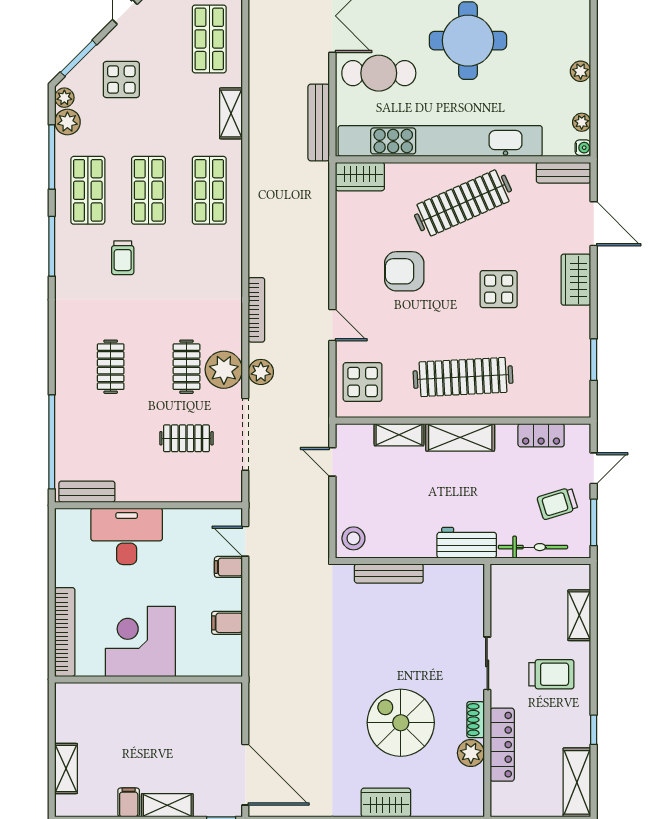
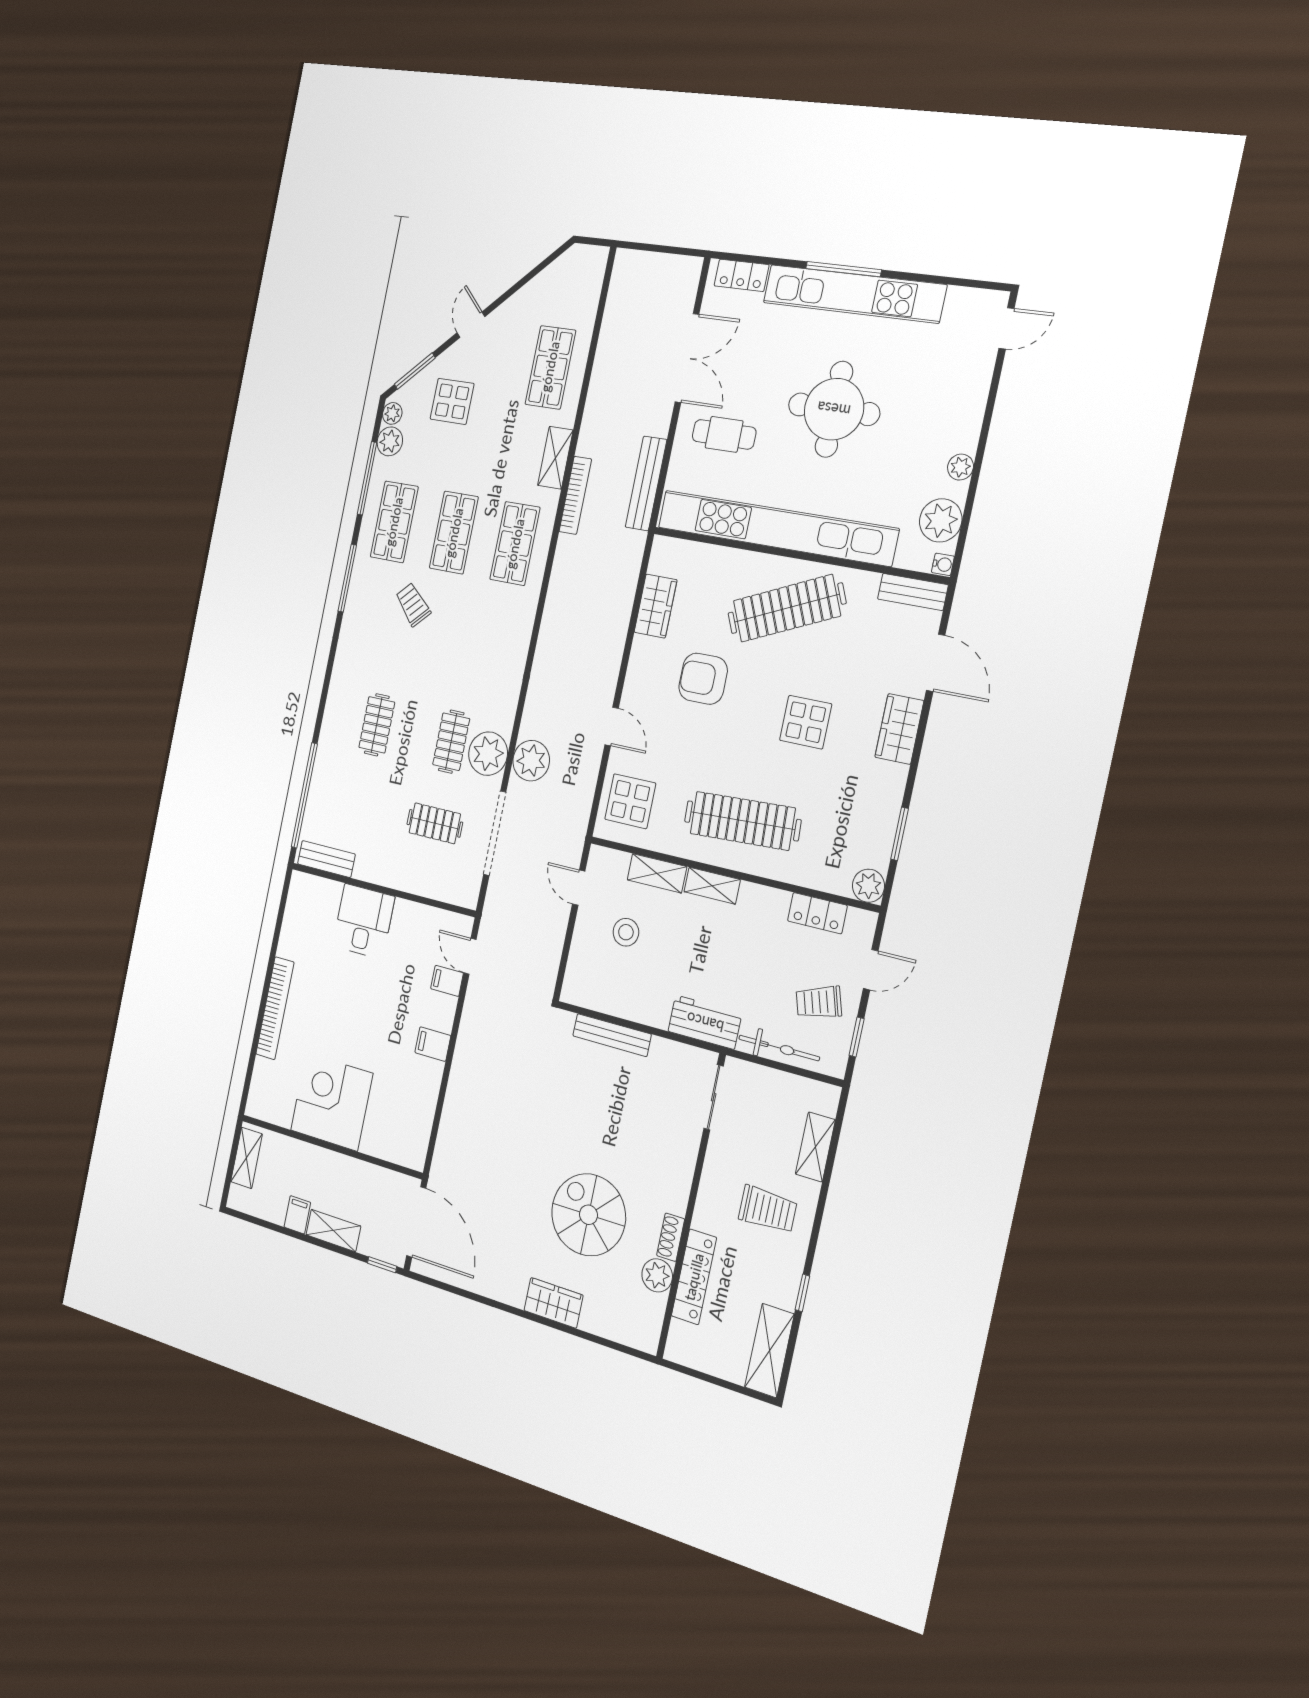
cafe table: (379, 73) -> (724, 434), width x0.73, depth x0.74
plant: (582, 122) -> (941, 520), width x1.88, depth x1.88
wardrobe: (360, 177) -> (656, 606), moved, turned -90
trolley: (123, 258) -> (413, 604), turned 135
bookcase: (256, 310) -> (575, 495), moved
plant: (261, 372) -> (531, 761), width x1.36, depth x1.36
plant: (578, 405) -> (868, 886), added
shelving: (460, 437) -> (712, 886), width x0.67, depth x0.75
window: (594, 522) -> (857, 1037), width x0.67
desk: (127, 536) -> (364, 921), width x0.73
stool: (353, 538) -> (626, 932), moved
corner desk: (140, 641) -> (332, 1102), moved
sliding door: (487, 663) -> (714, 1097), moved
wall: (149, 679) -> (331, 1147), moved

